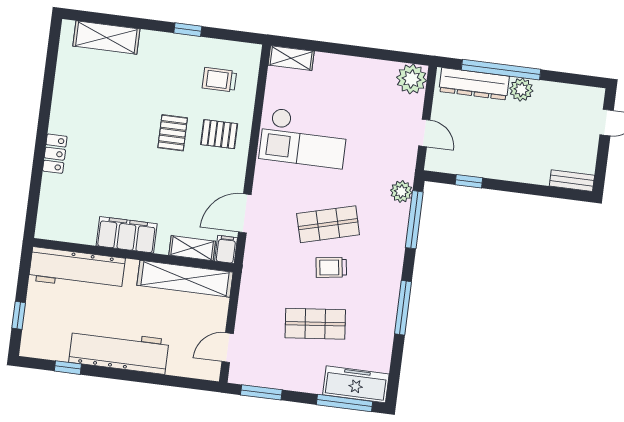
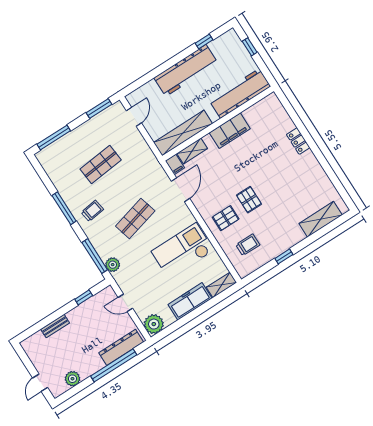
plant: (521, 90) -> (72, 379), moved
bench: (572, 181) -> (55, 326), moved
trolley: (331, 267) -> (92, 211), moved
freezer: (356, 384) -> (190, 301), moved, turned 180

